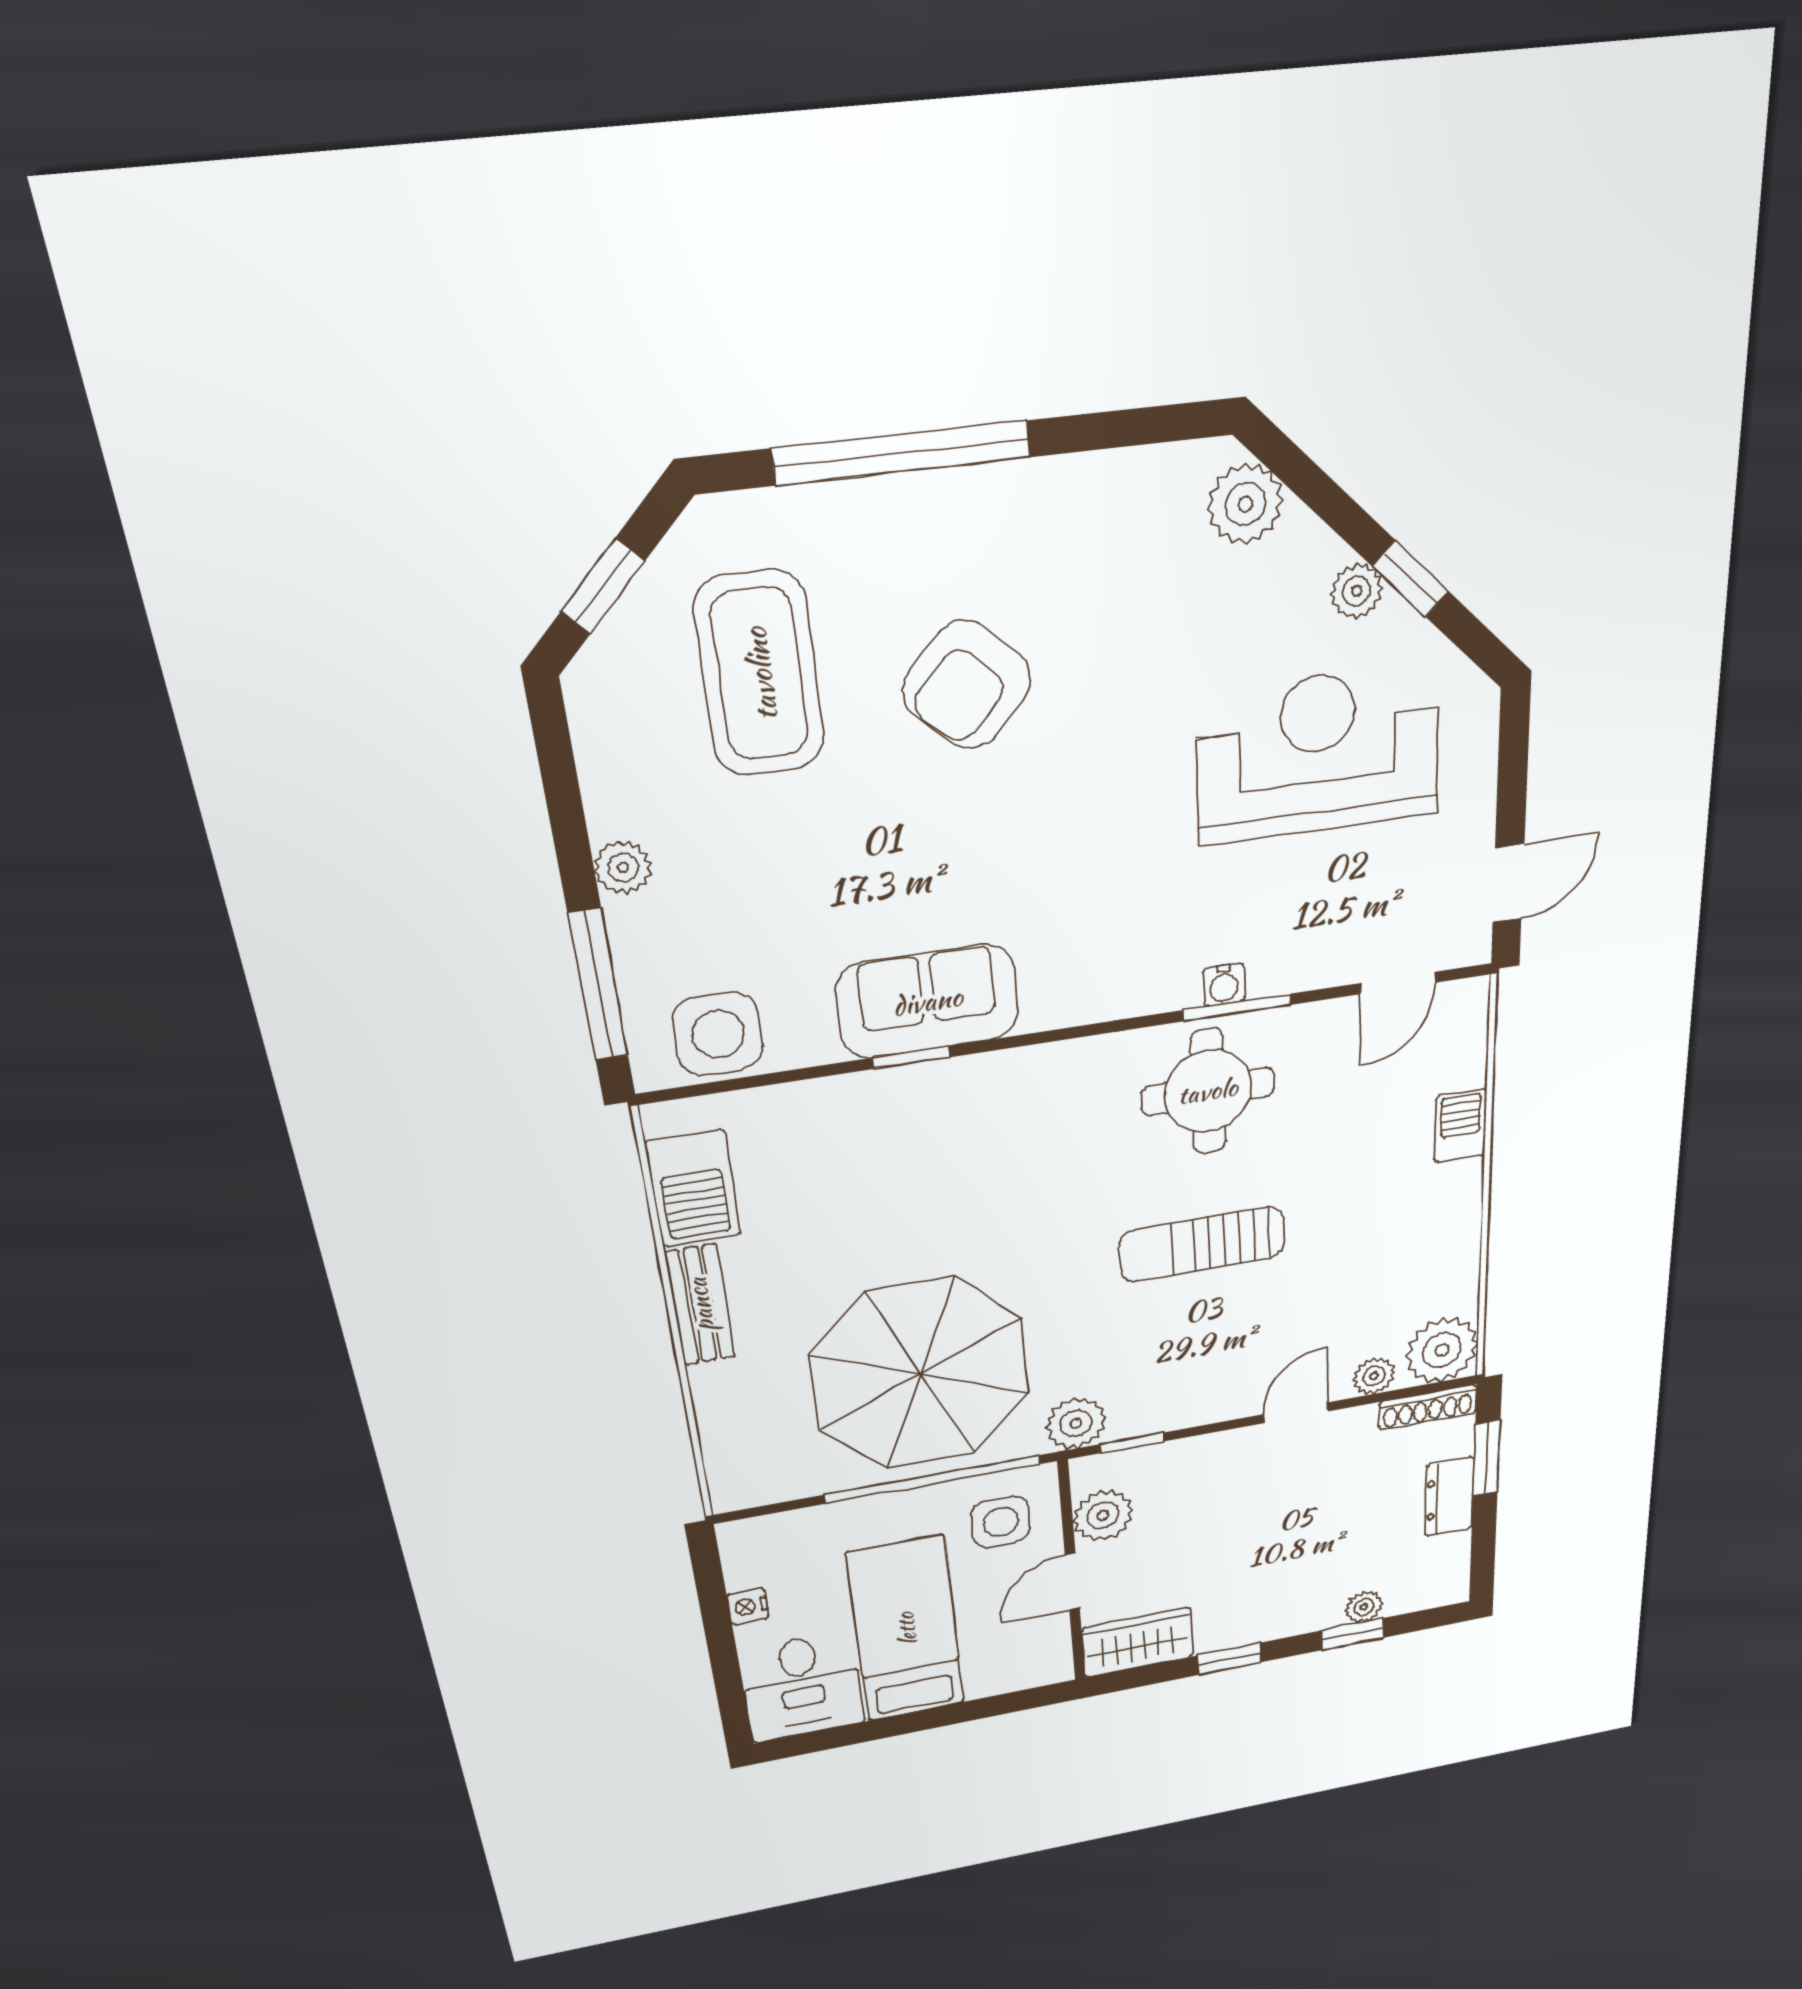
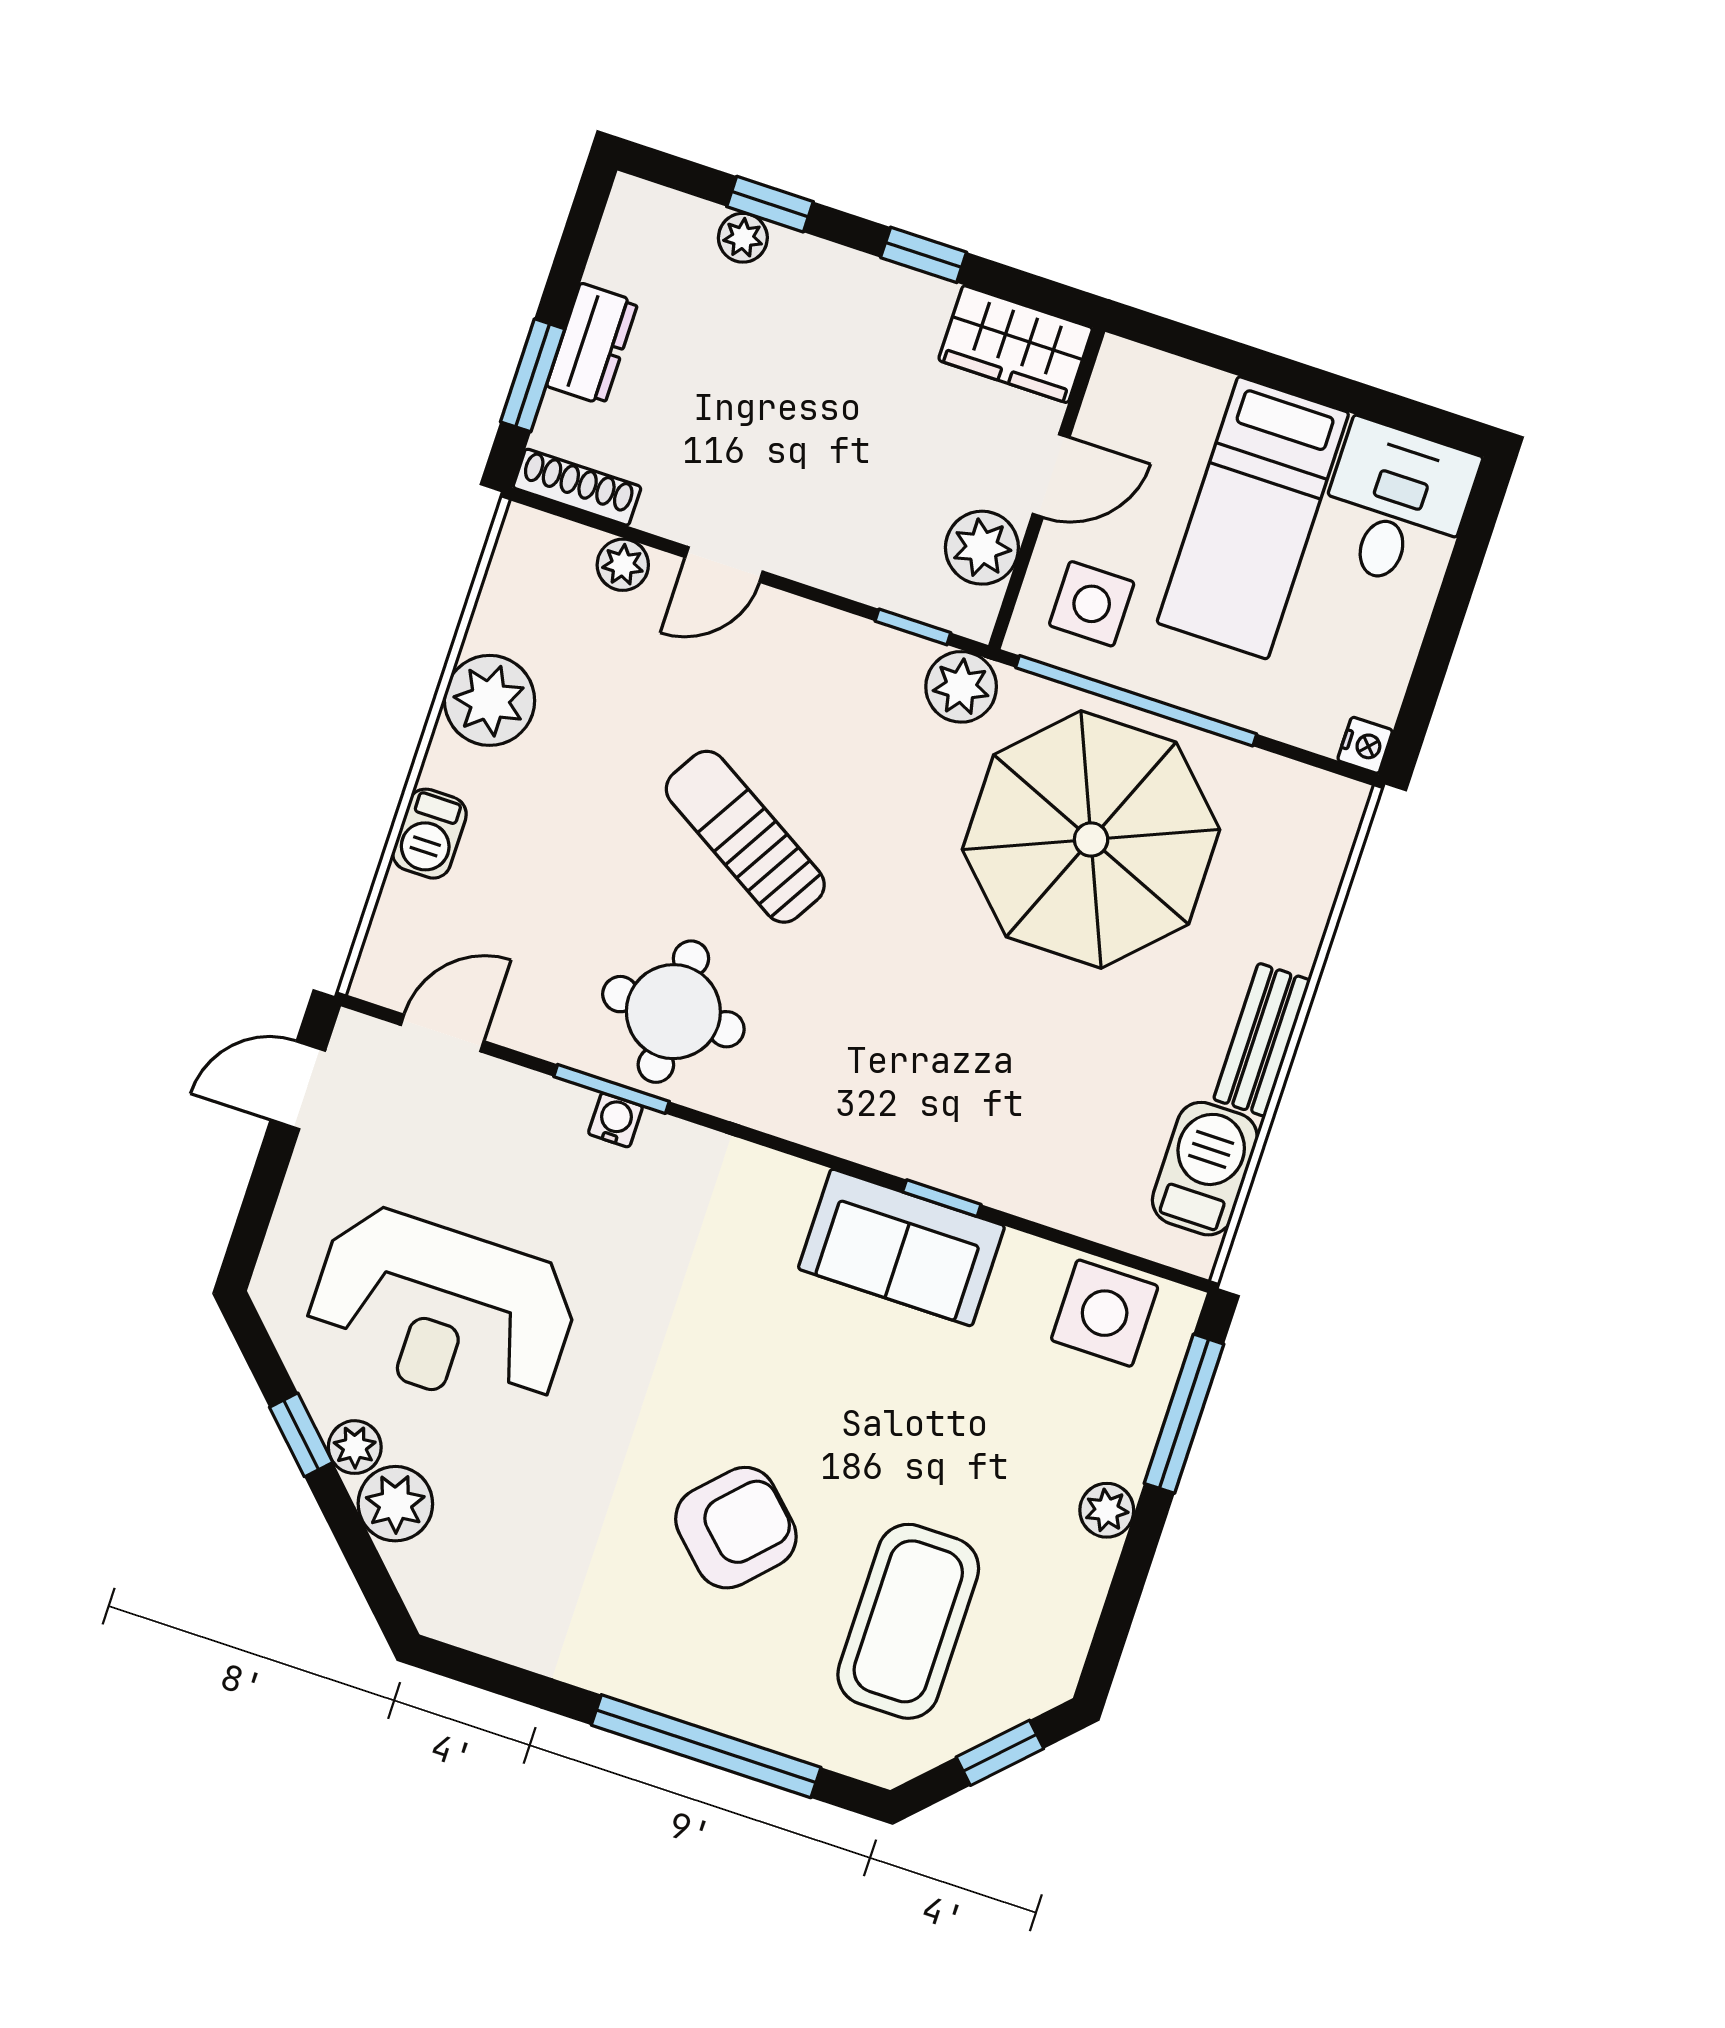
plant: (1245, 504) -> (395, 1504), moved
sun lounger: (1202, 1244) -> (745, 837), turned -149
plant: (1442, 1350) -> (490, 700), moved
nightstand: (748, 1606) -> (1365, 745), moved

